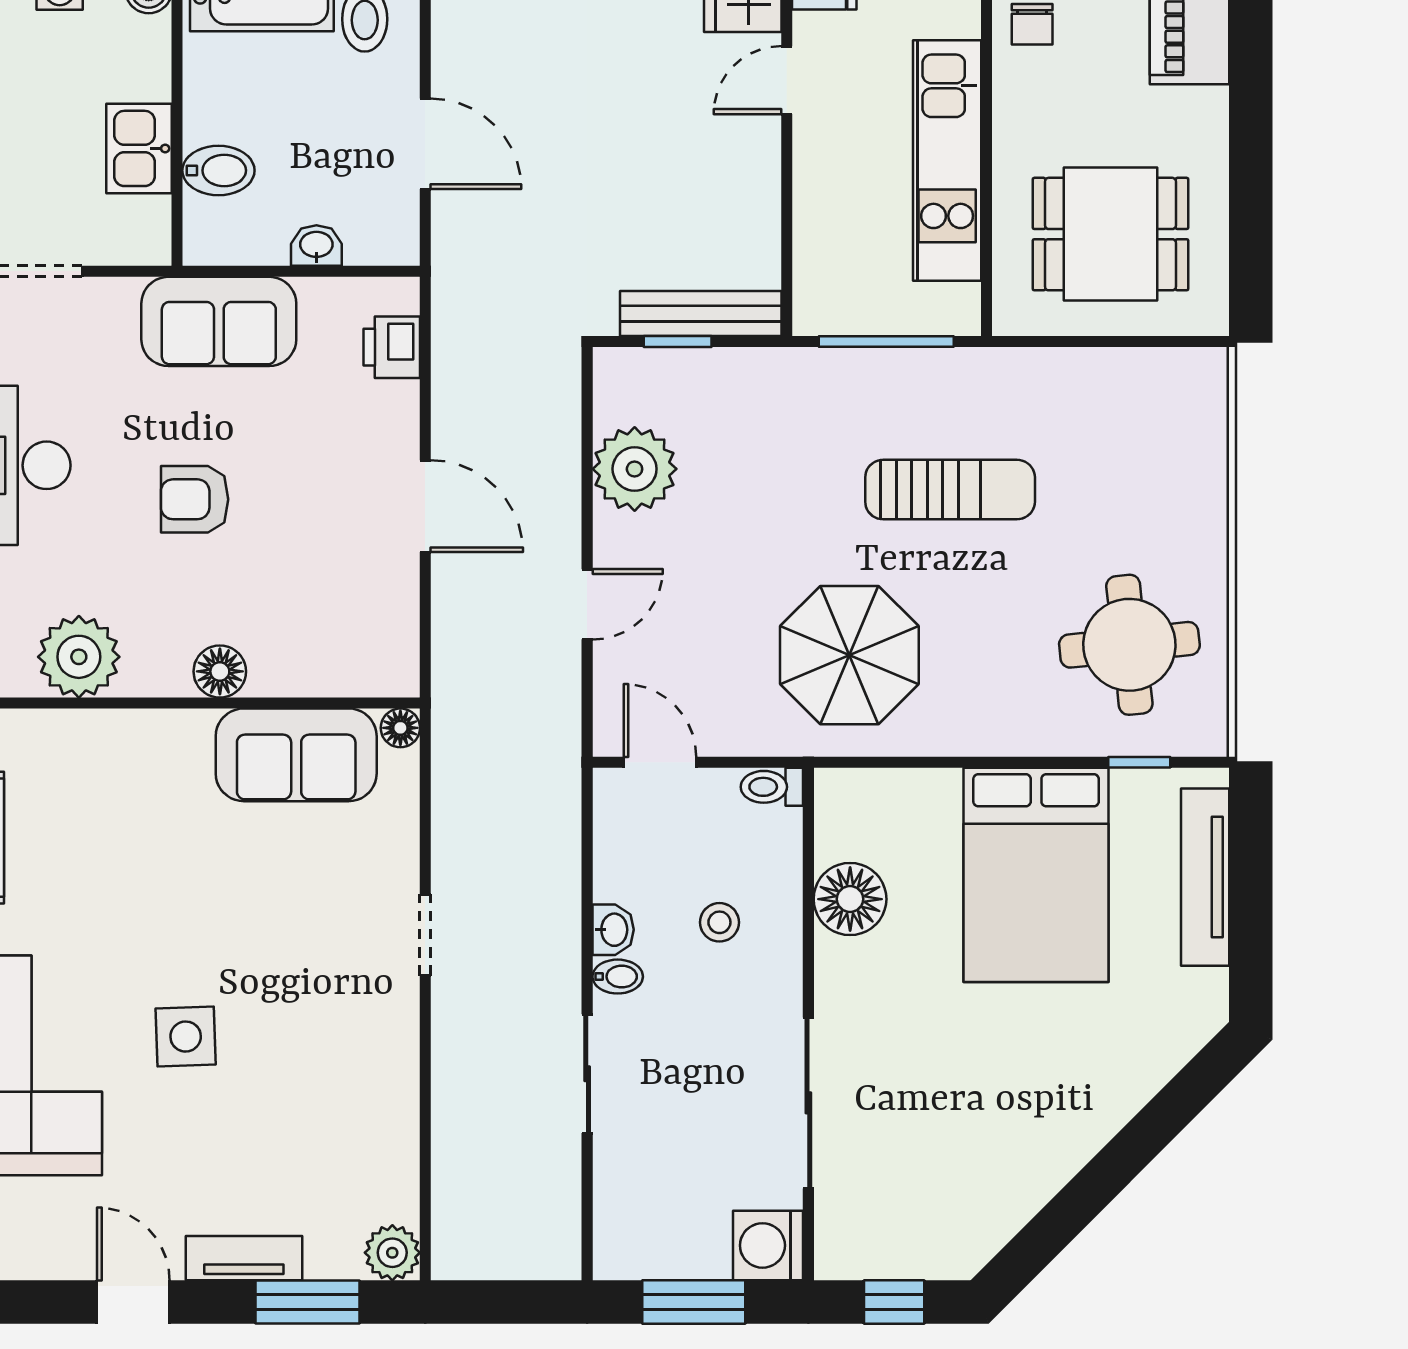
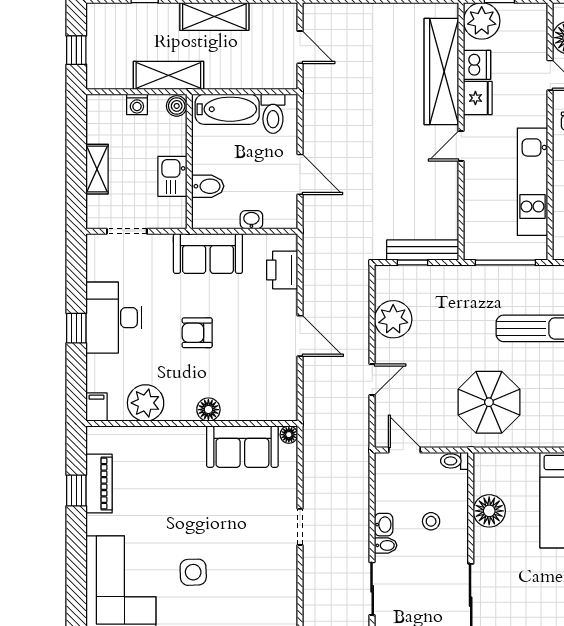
printer: (392, 347) -> (282, 270), width x1.36, depth x1.24

